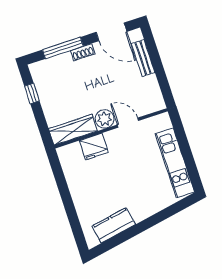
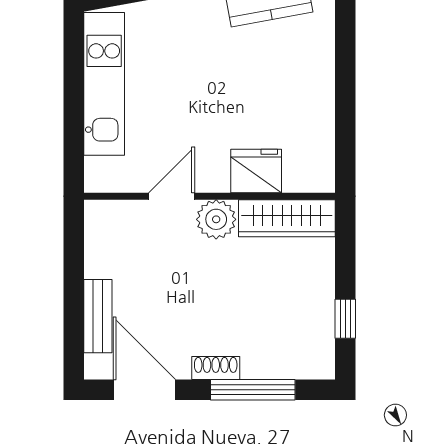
door: (128, 123) -> (172, 196), swing flipped

